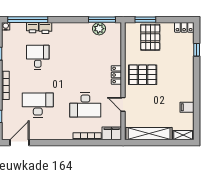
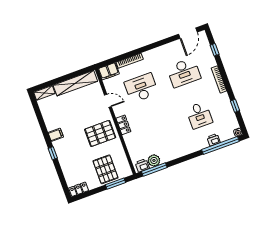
printer: (45, 28) -> (142, 165), moved
window: (197, 50) -> (53, 153), moved
filing cabinet: (187, 107) -> (56, 135), moved

